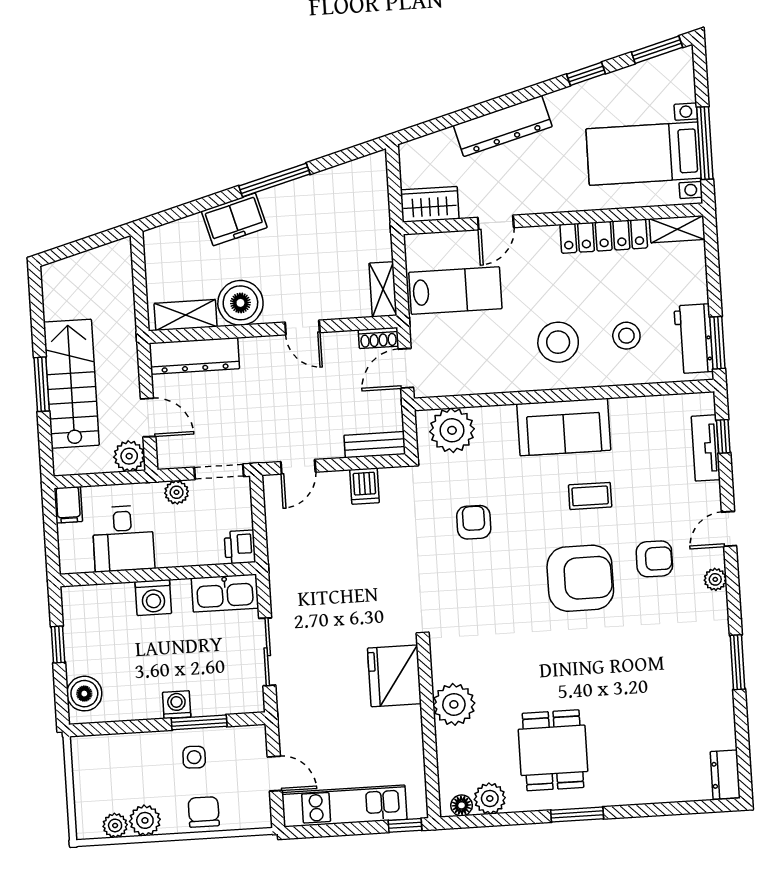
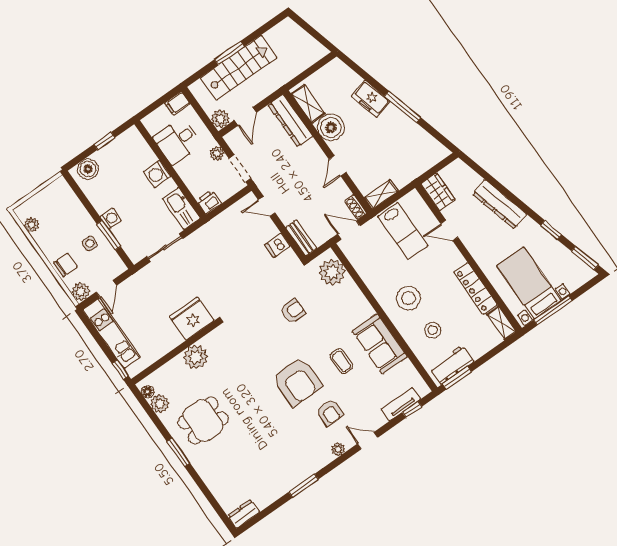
sofa: (564, 427) -> (380, 344), moved
plant: (145, 820) -> (81, 291), moved

